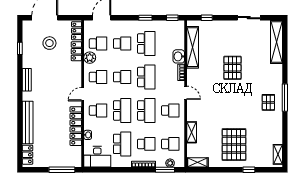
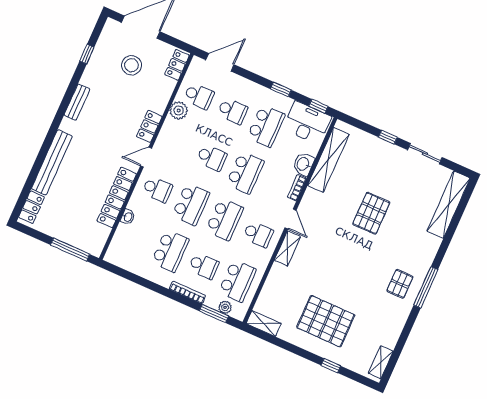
window: (207, 18) -> (388, 137), moved
locker: (76, 51) -> (149, 126), moved
school desk: (98, 77) -> (178, 143), removed
shelving: (192, 132) -> (287, 248), moved
school desk: (170, 144) -> (237, 281), width x1.85
pallet: (234, 145) -> (326, 321), turned 90
desk: (97, 157) -> (307, 123), moved, turned 180

